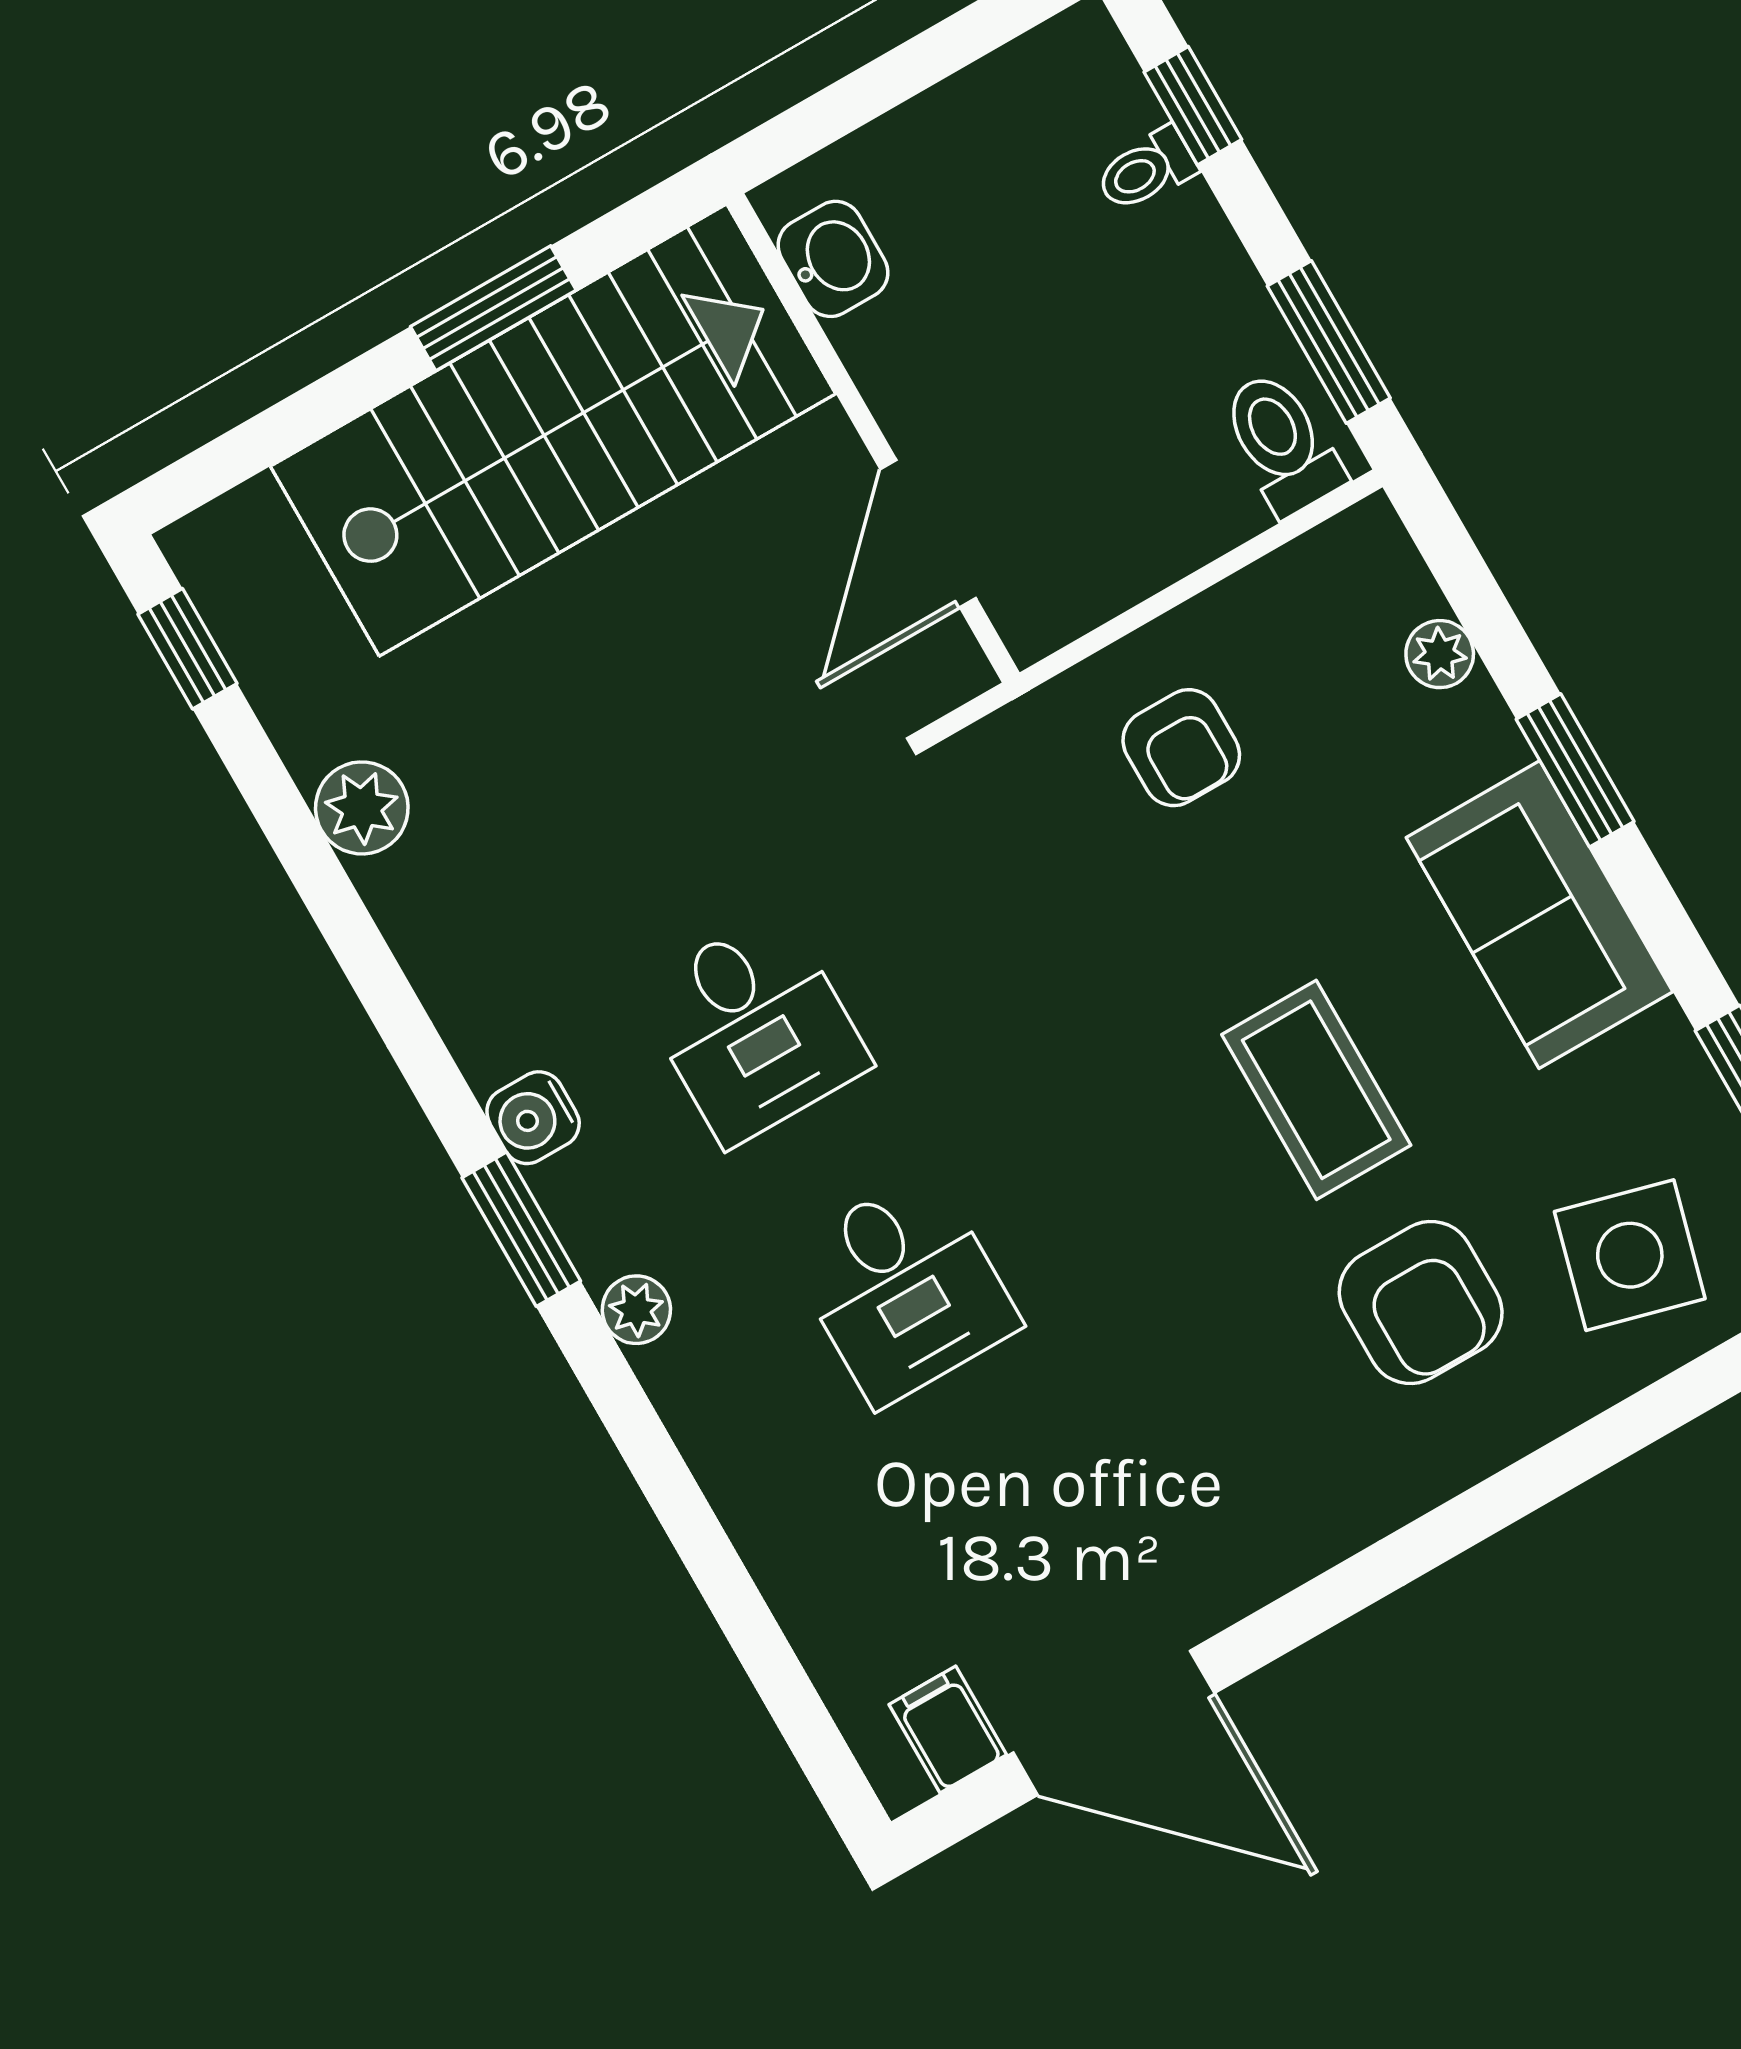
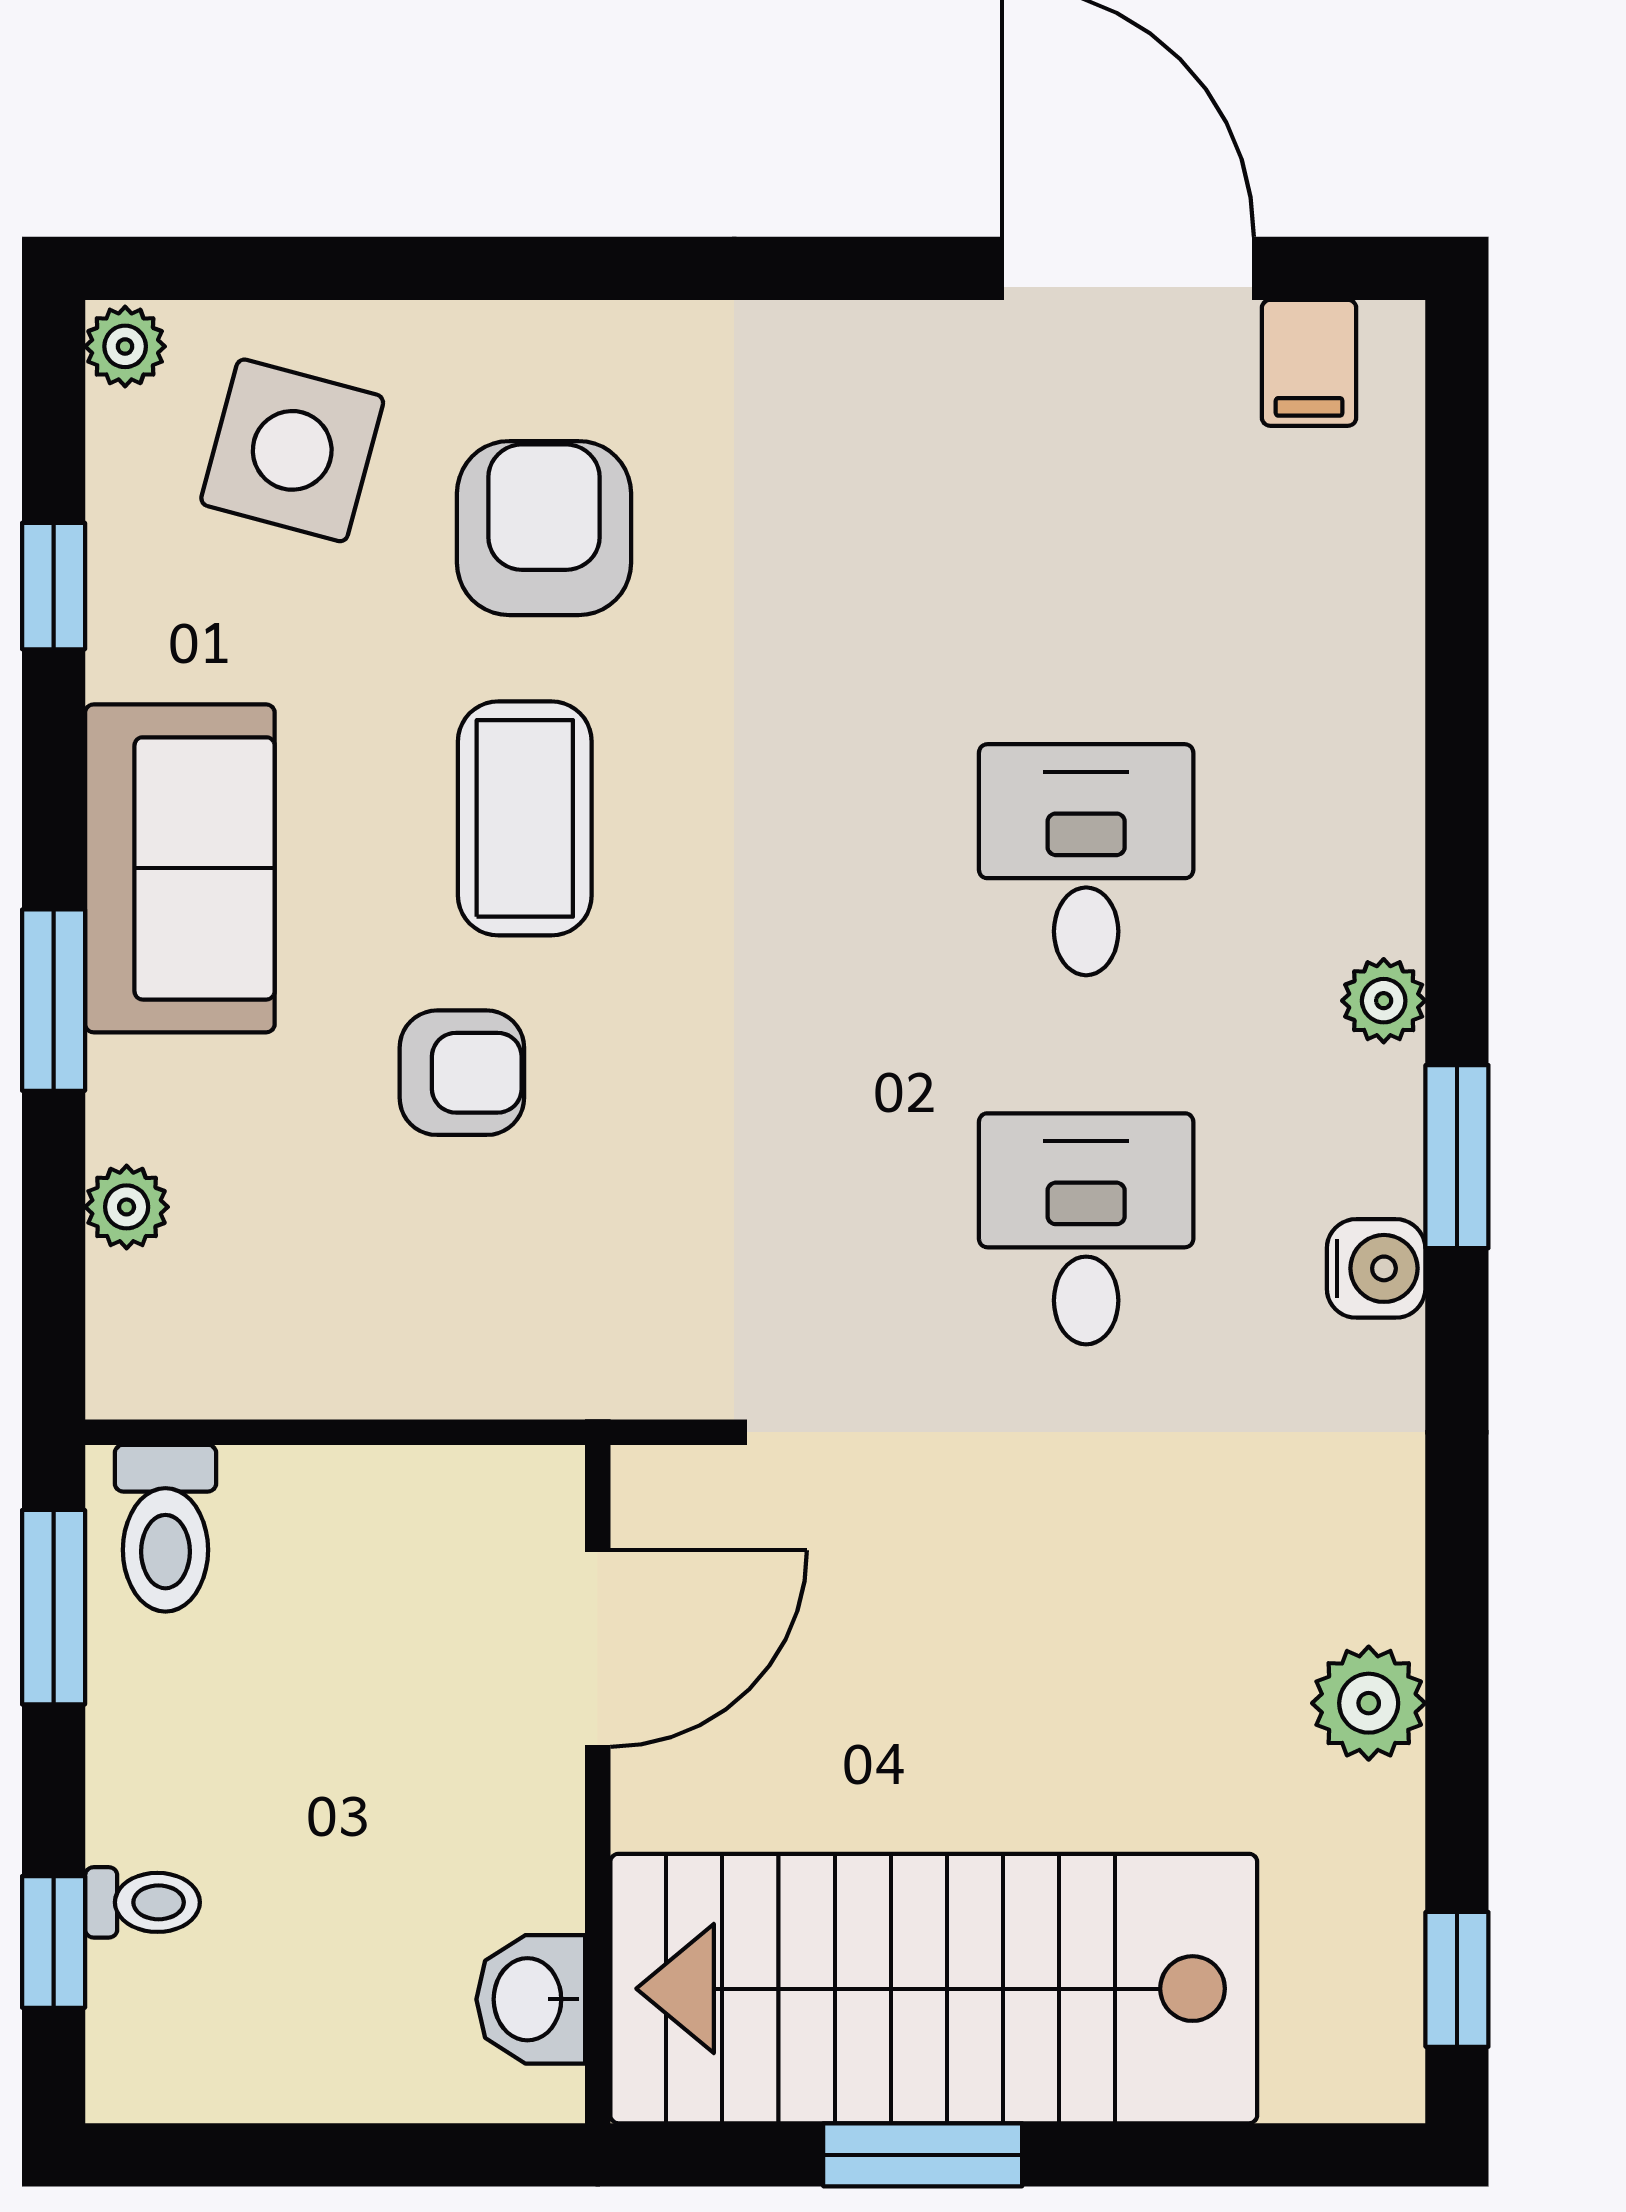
armchair: (1181, 748) -> (462, 1073), moved, turned 90

